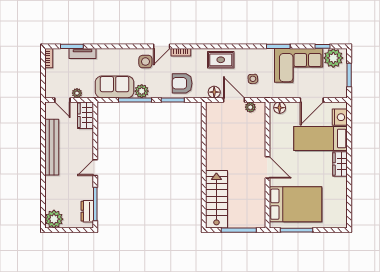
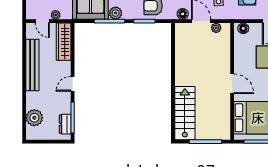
wardrobe: (86, 115) -> (64, 42), width x1.50
plant: (54, 219) -> (34, 118), moved

